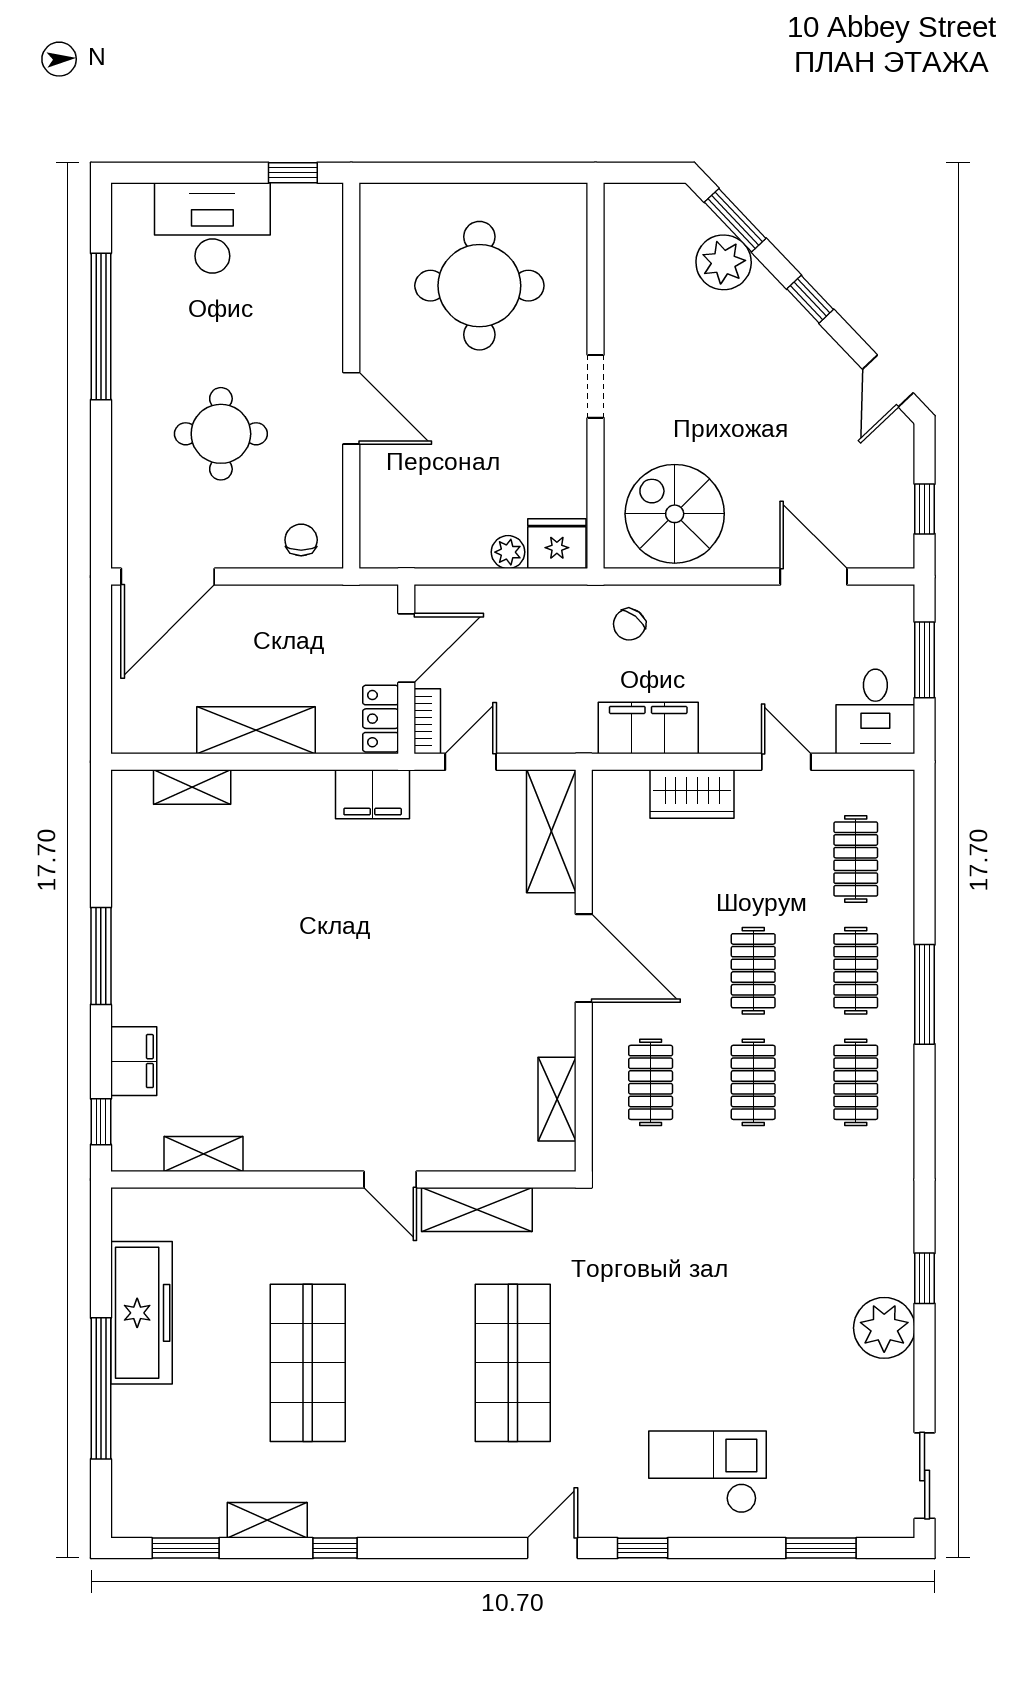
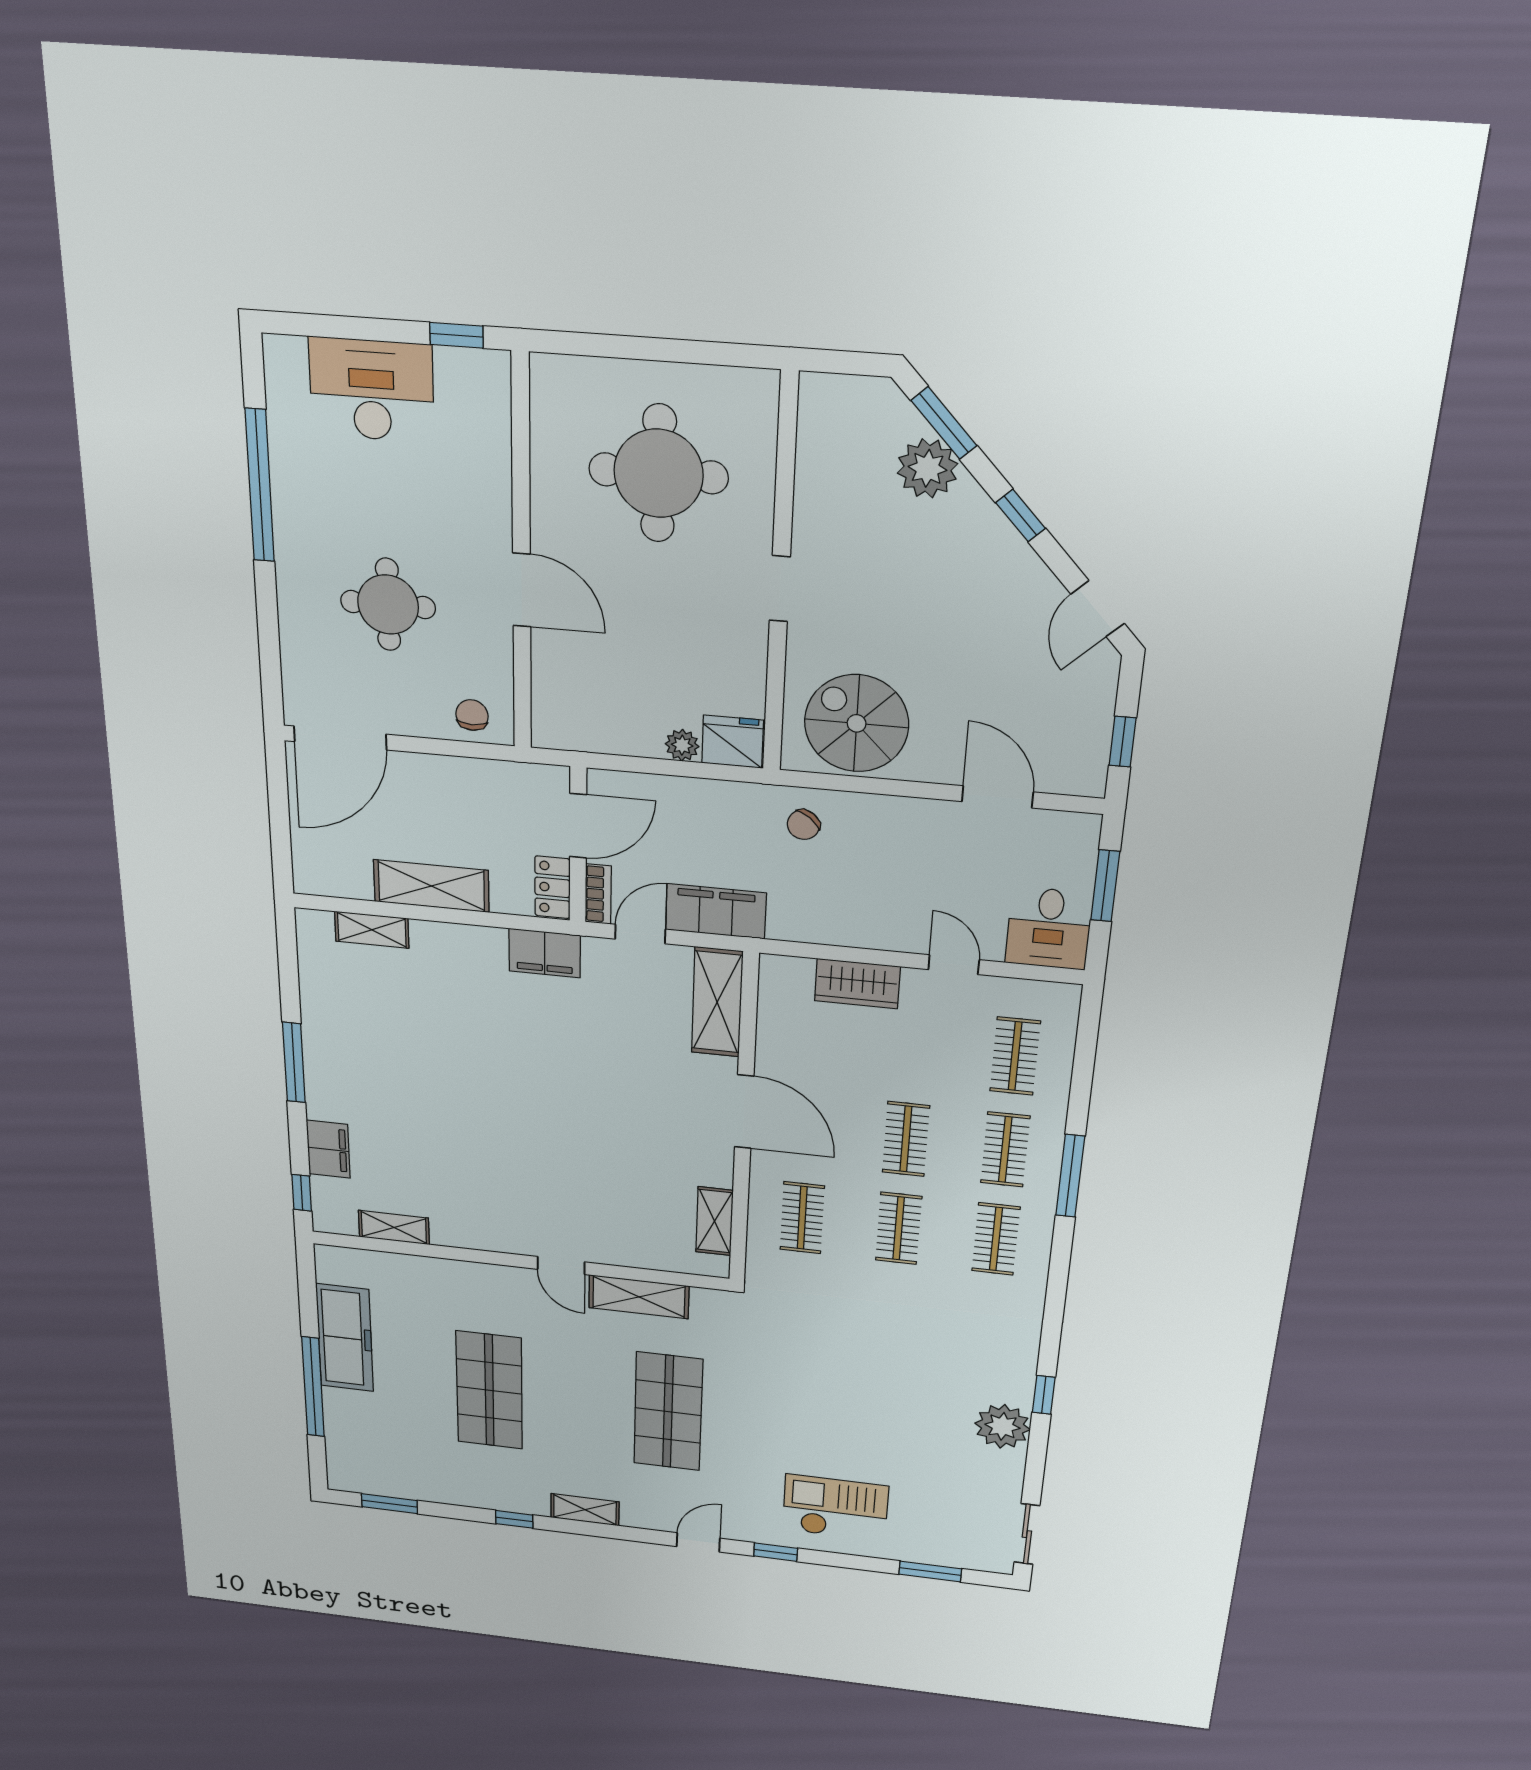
filing cabinet: (648, 728) -> (716, 911), moved
shelving: (267, 1520) -> (585, 1510), moved

